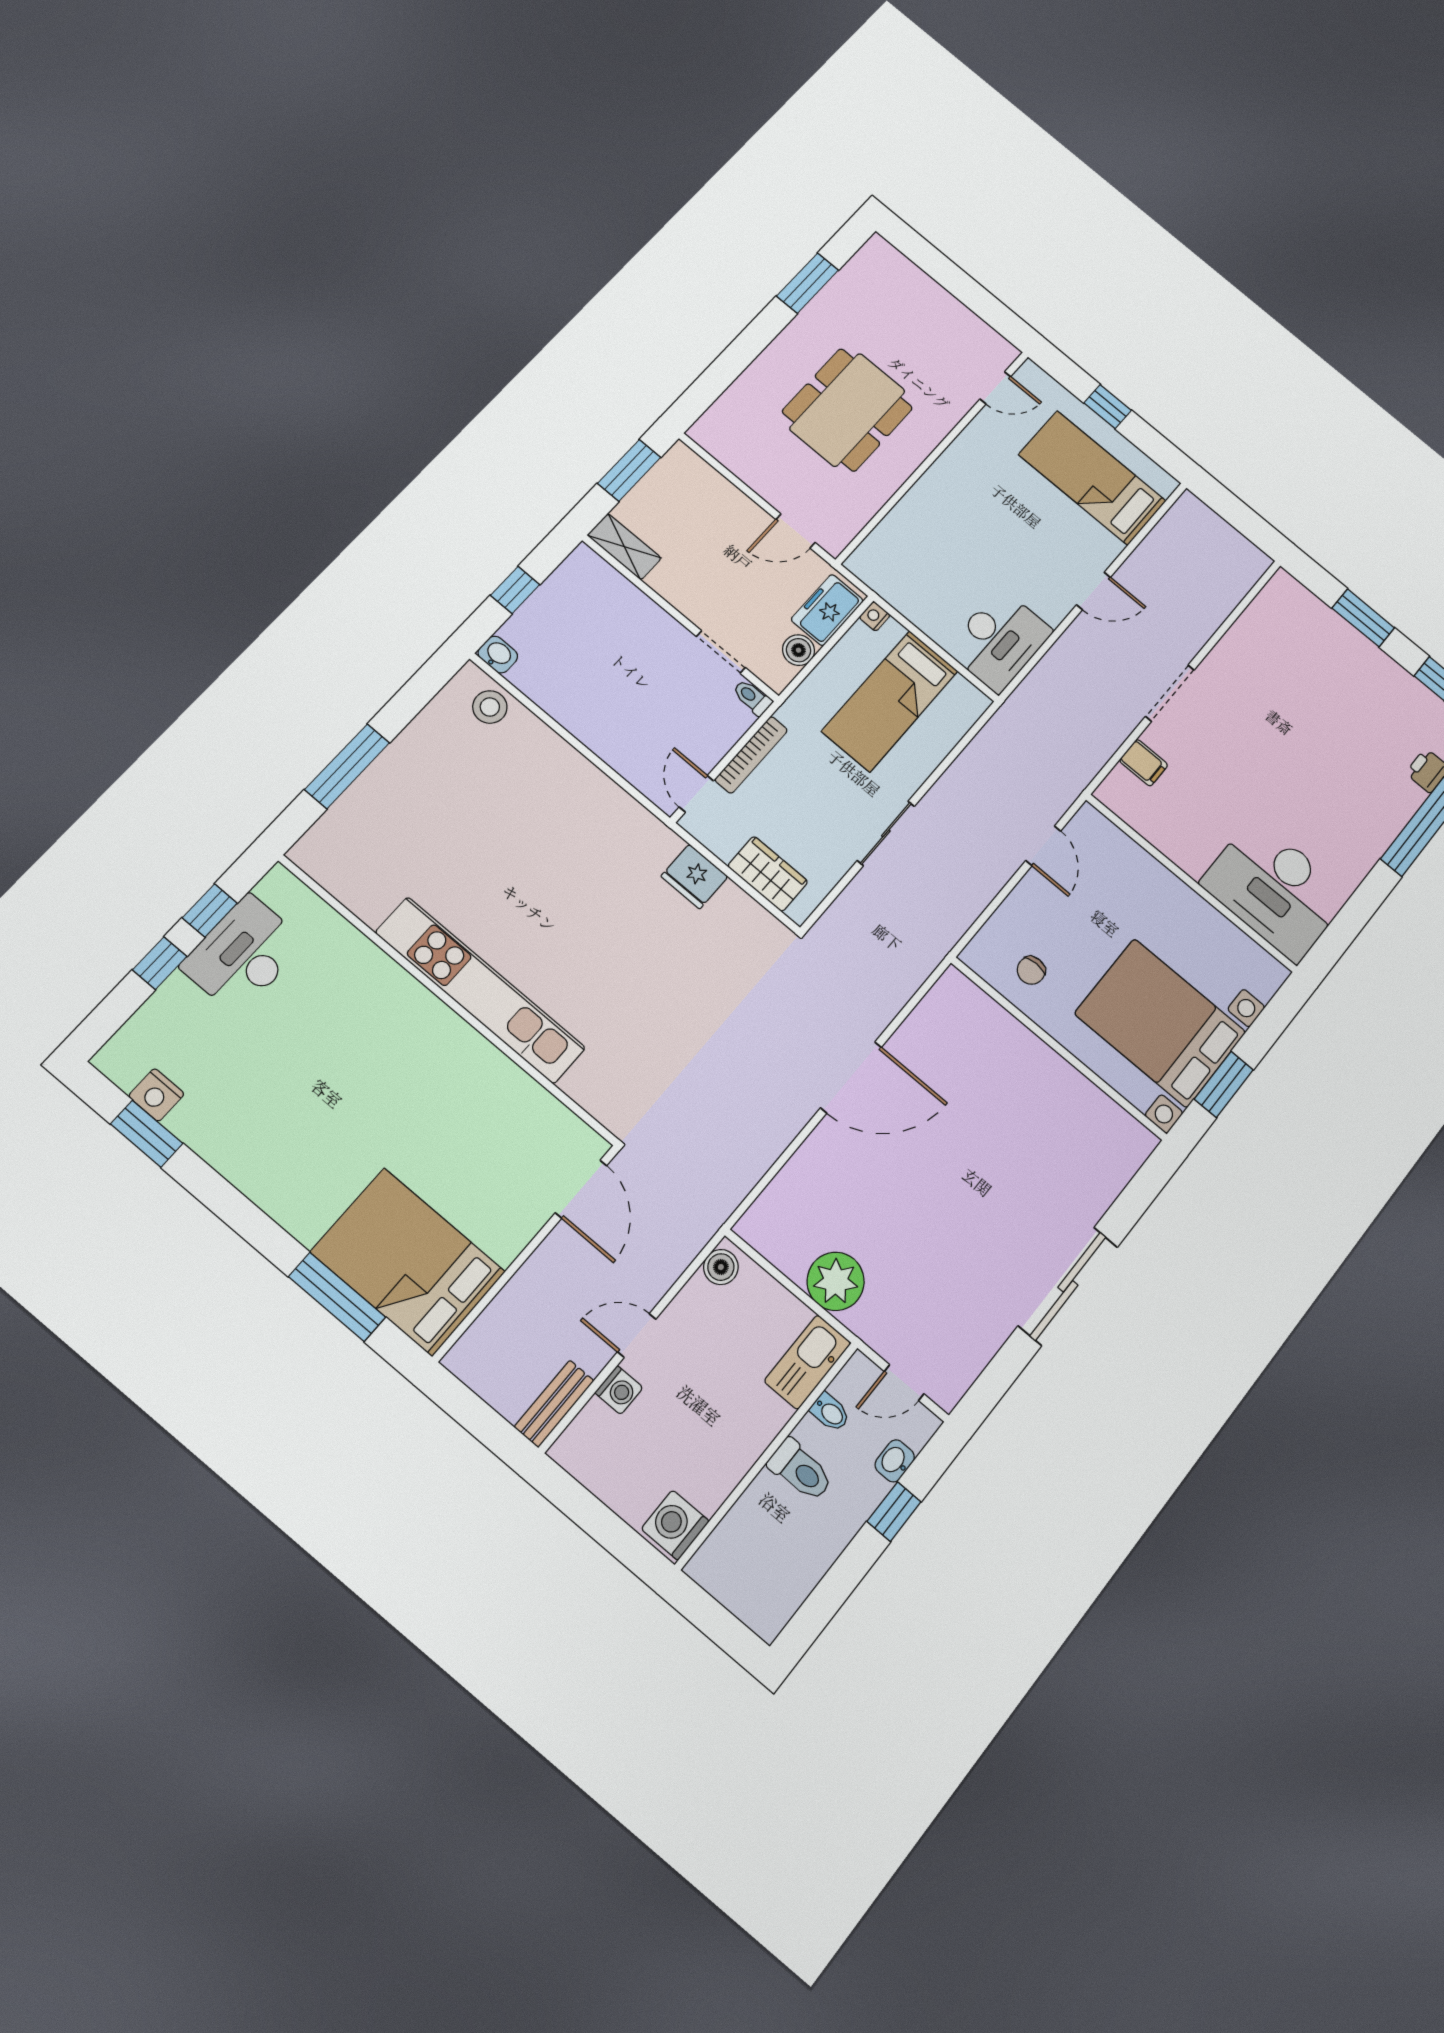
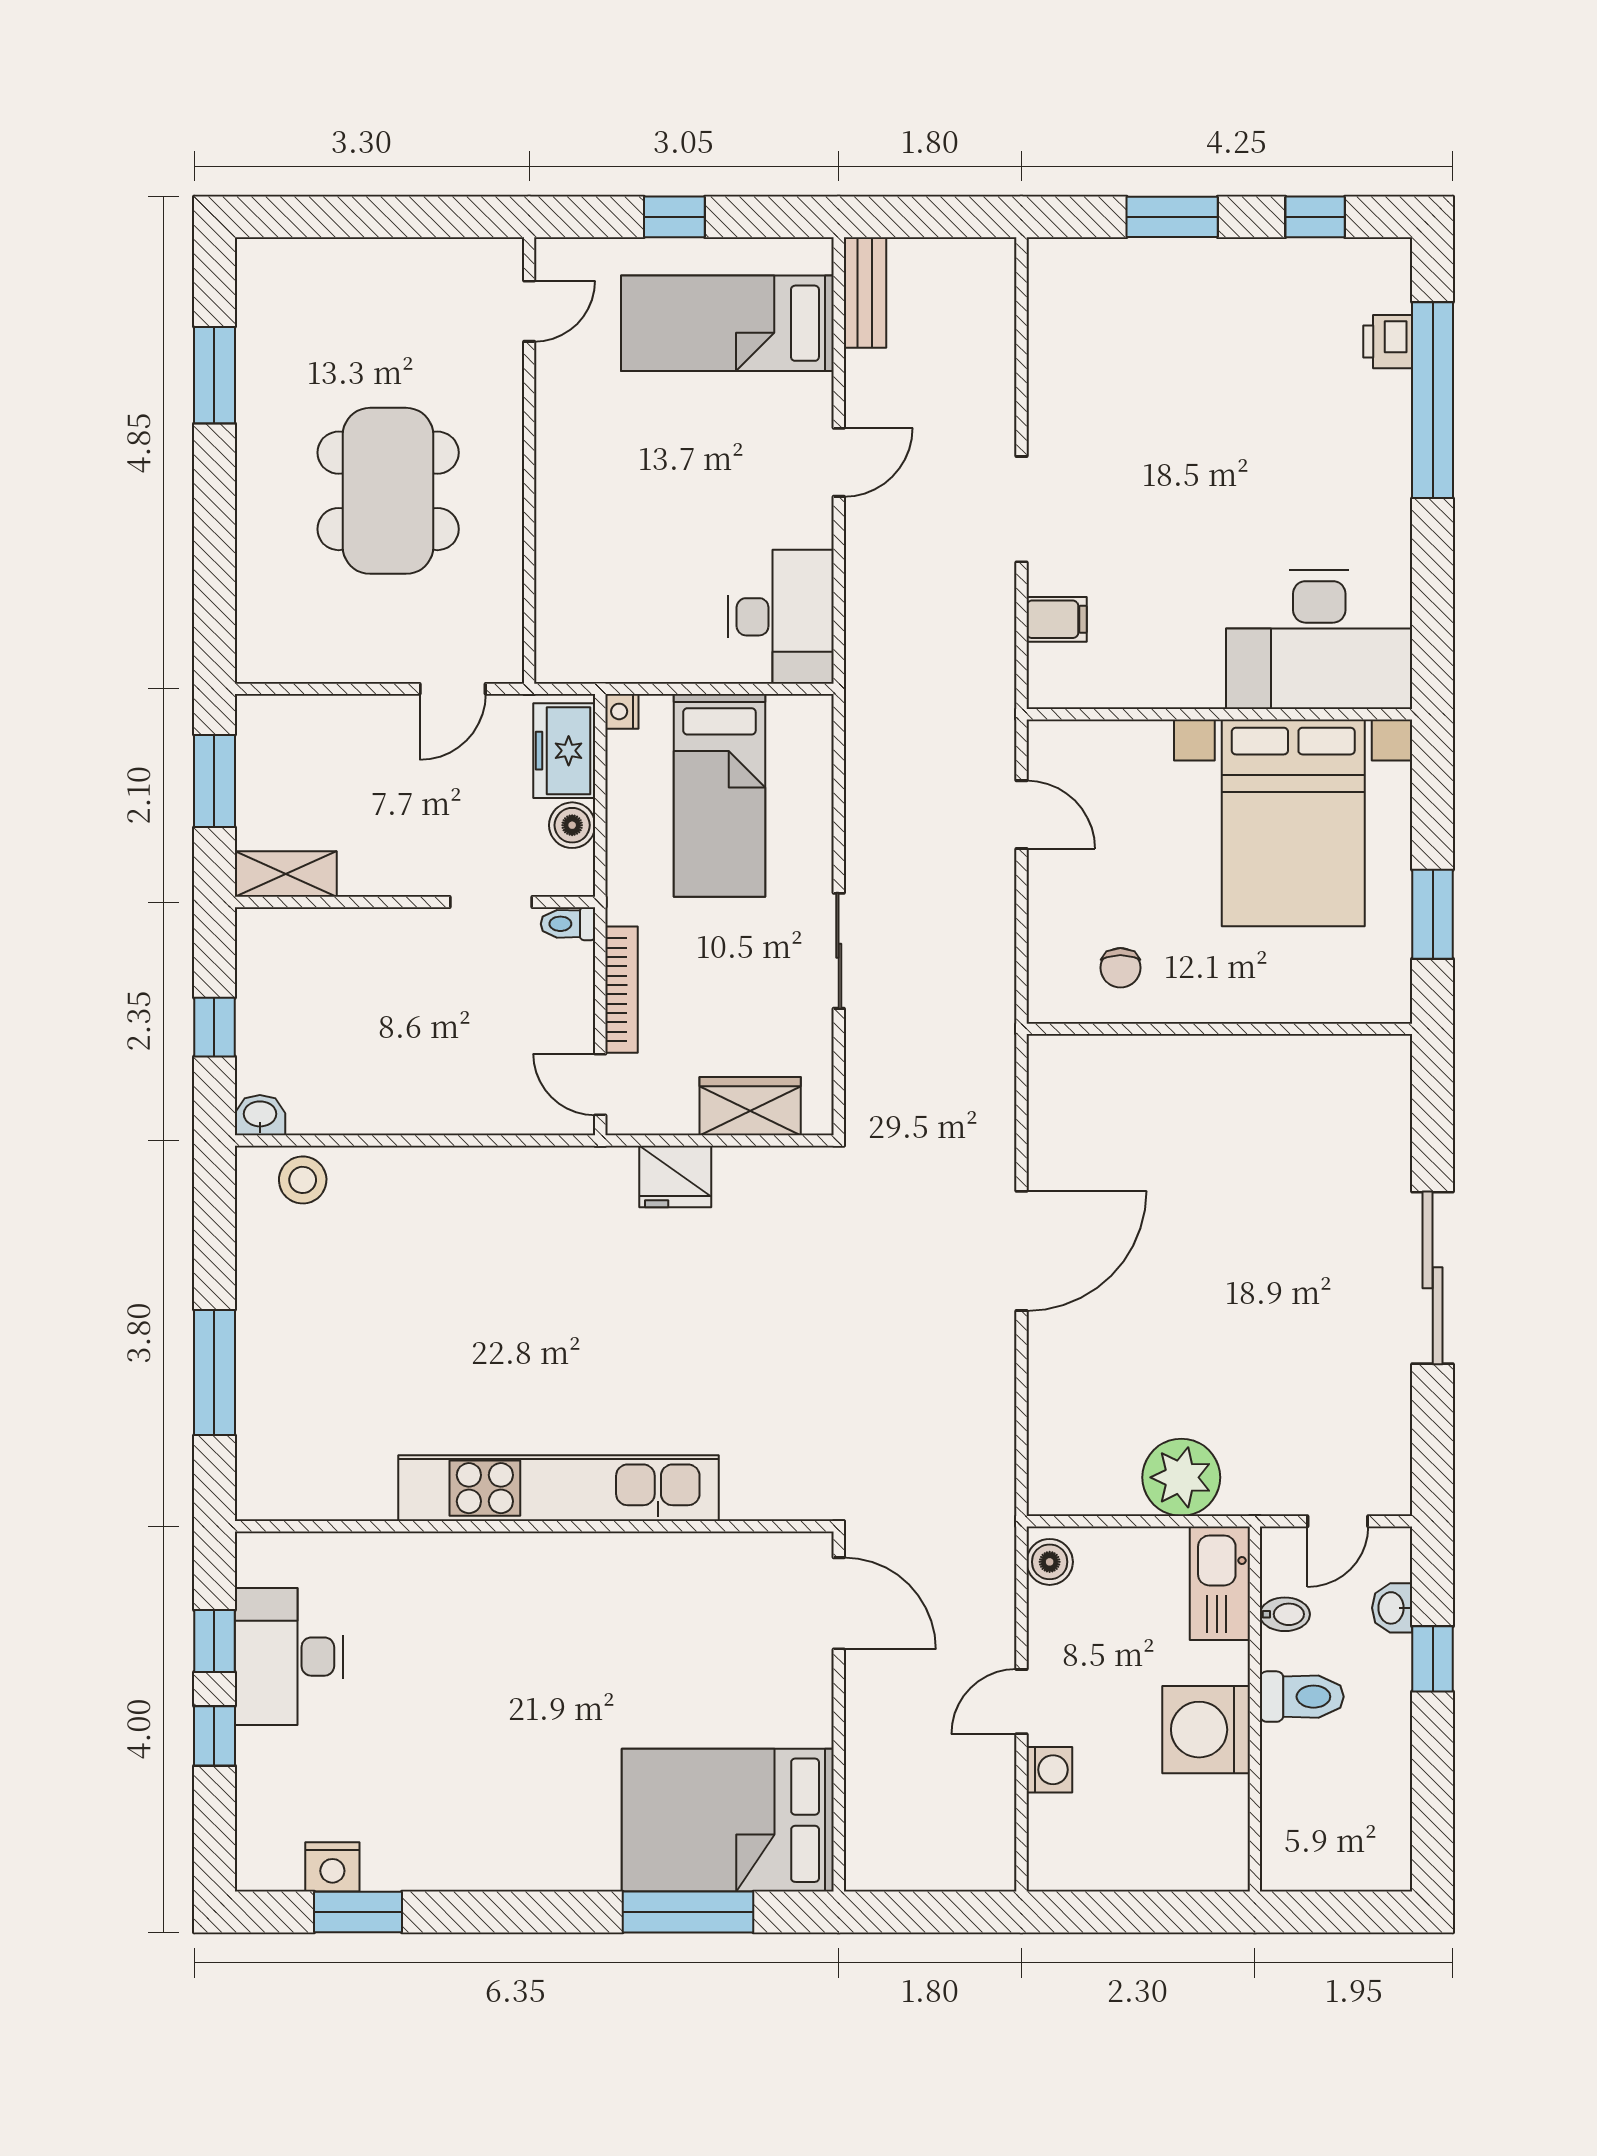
bed with nightstands: (1160, 1023) -> (1293, 823), moved, turned -90
bench: (554, 1404) -> (865, 292), moved
washing machine: (675, 1525) -> (1206, 1730), moved, width x1.37, depth x1.37

